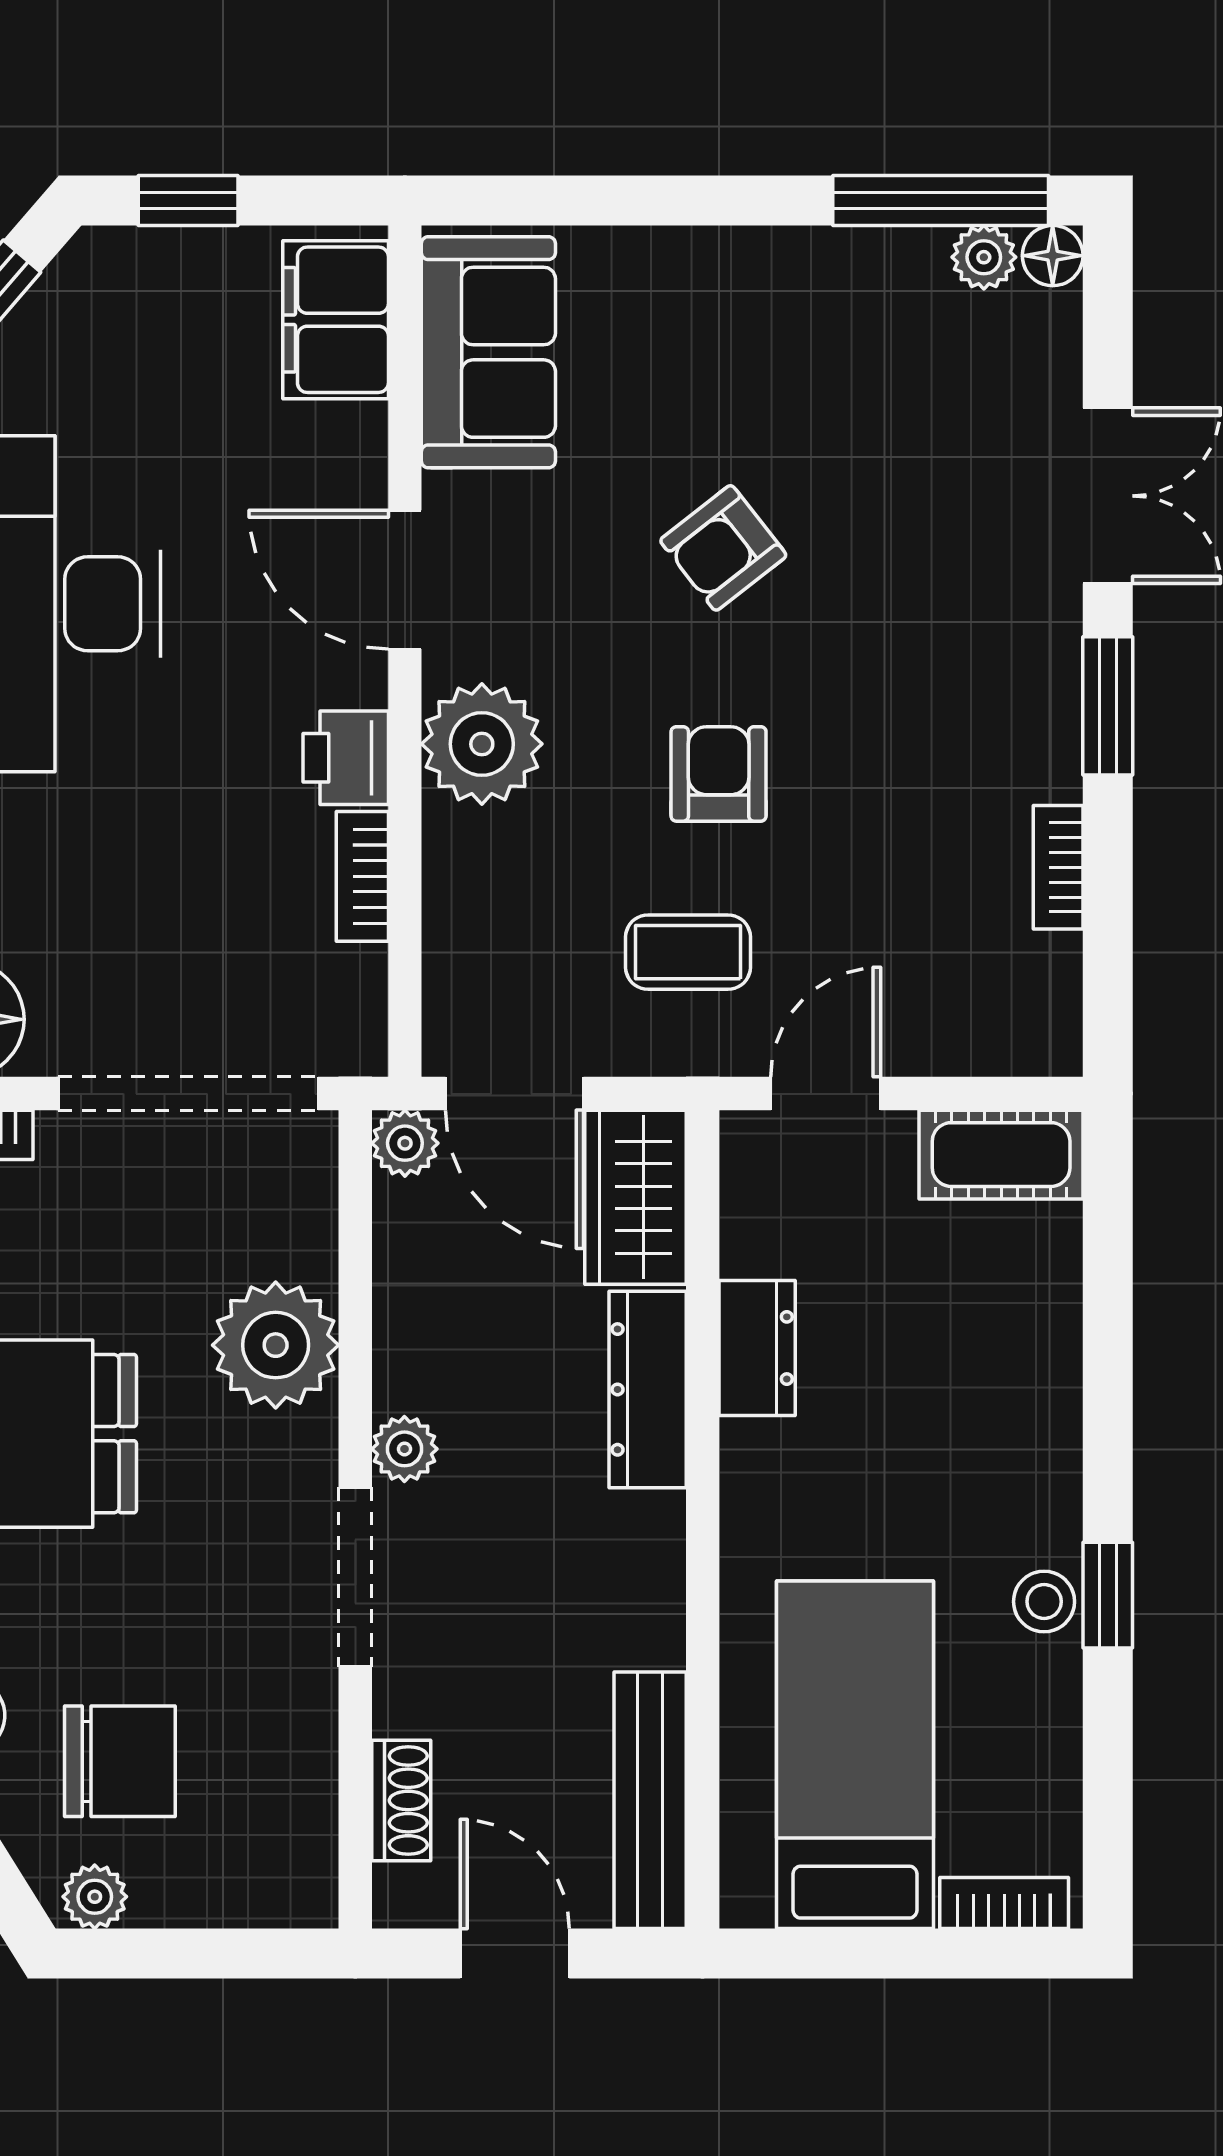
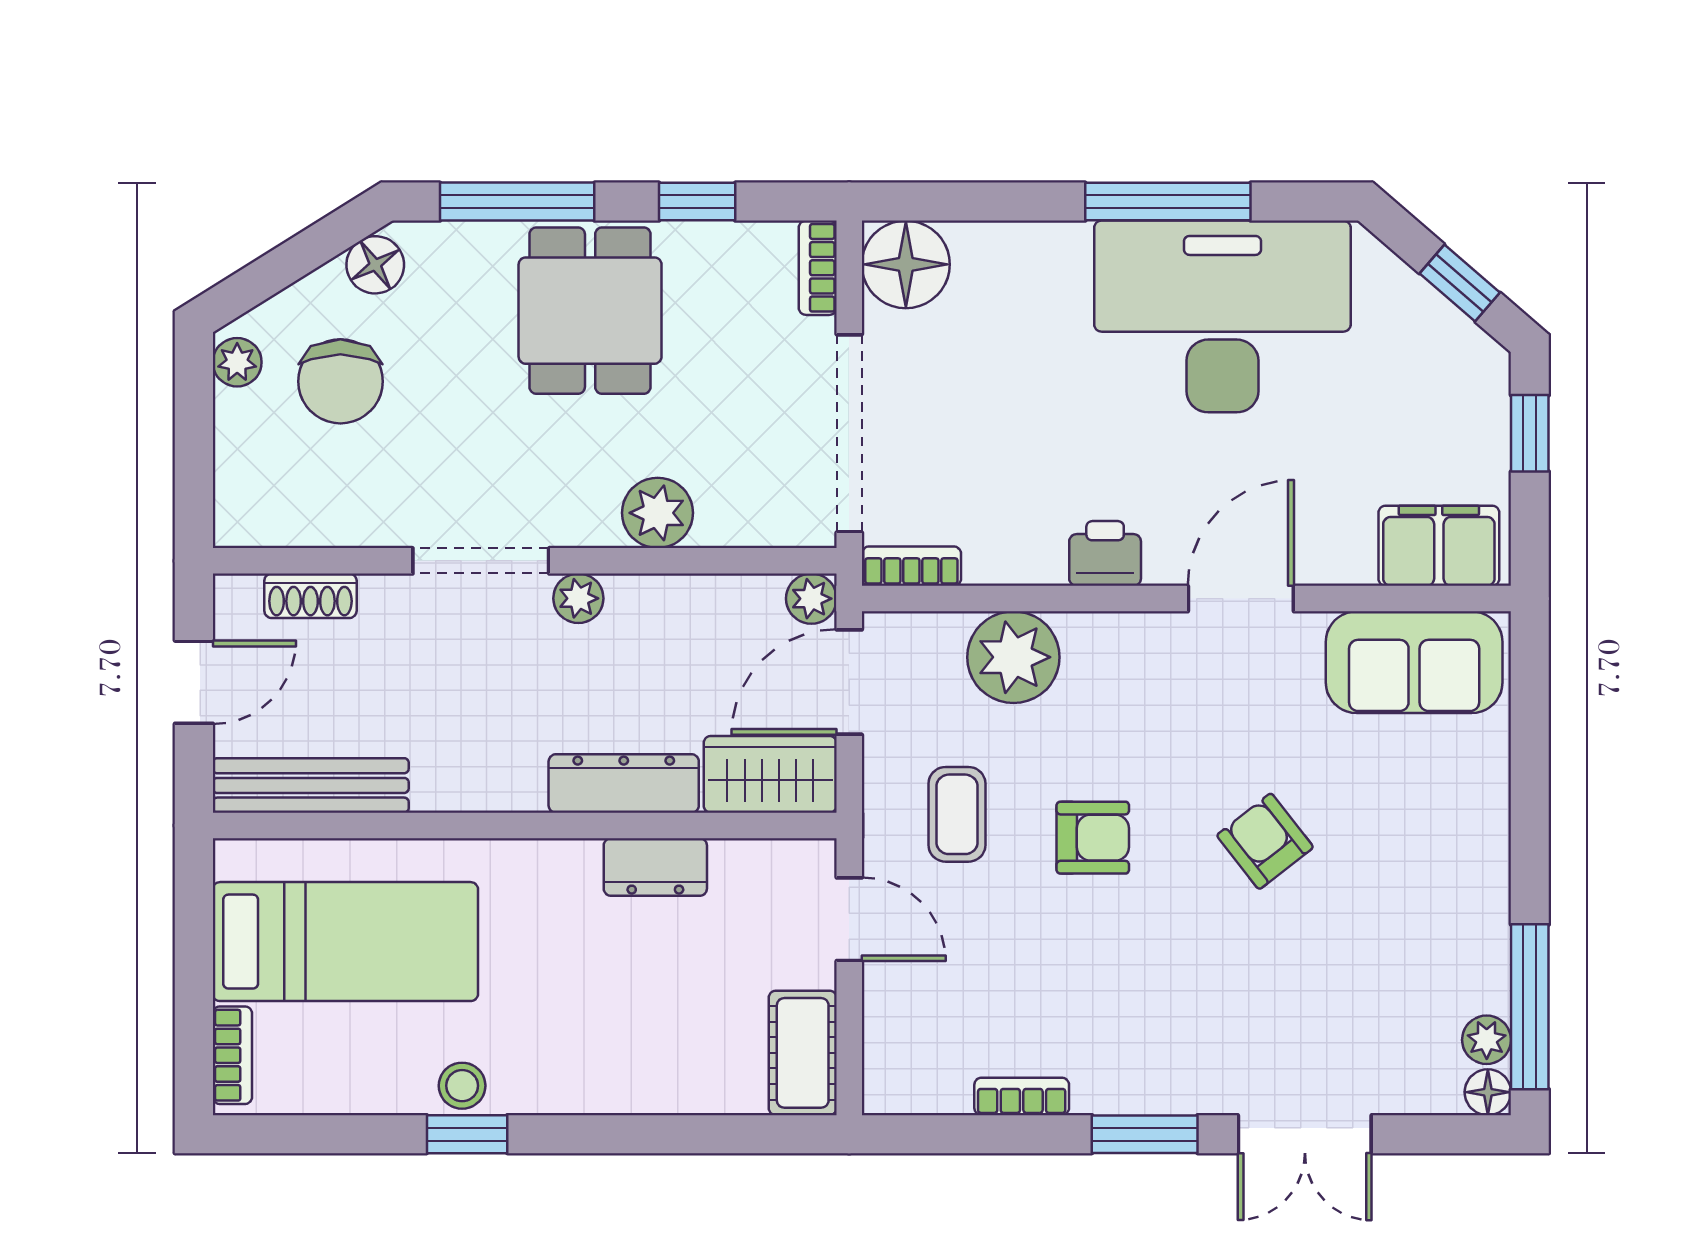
plant: (482, 744) -> (1013, 657), moved
bookcase: (362, 876) -> (911, 566), moved
plant: (276, 1345) -> (658, 513), width x0.73, depth x0.73

